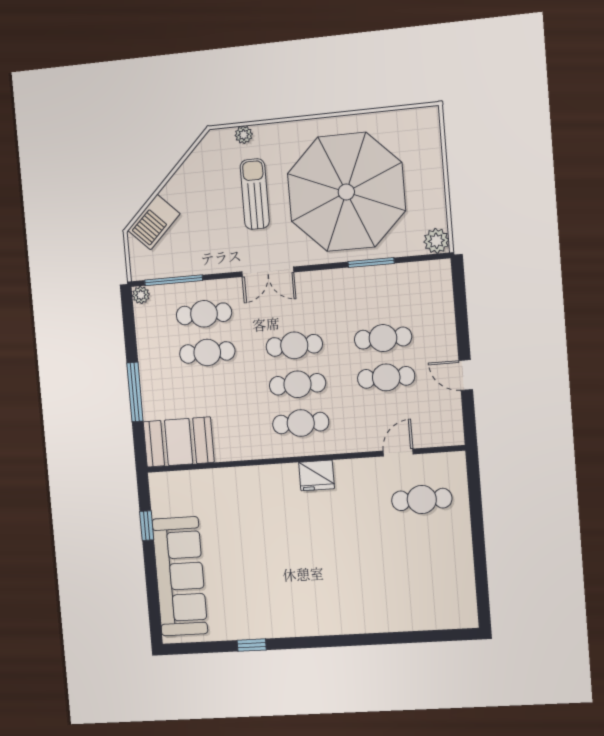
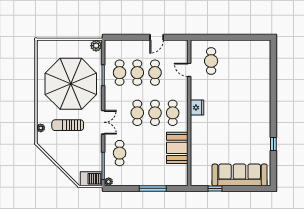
barbecue: (154, 222) -> (91, 179), moved, turned -45
cafe table: (207, 352) -> (120, 73), moved
booth: (179, 442) -> (177, 148), moved

